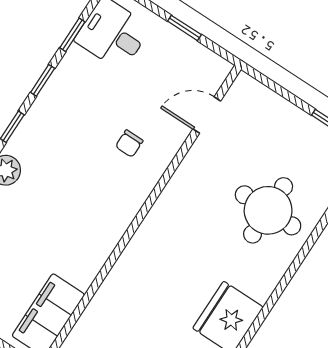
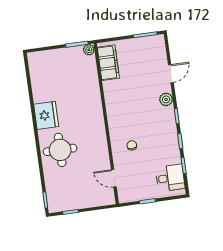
door: (207, 115) -> (114, 178), swing flipped
round table: (268, 210) -> (60, 150), moved

